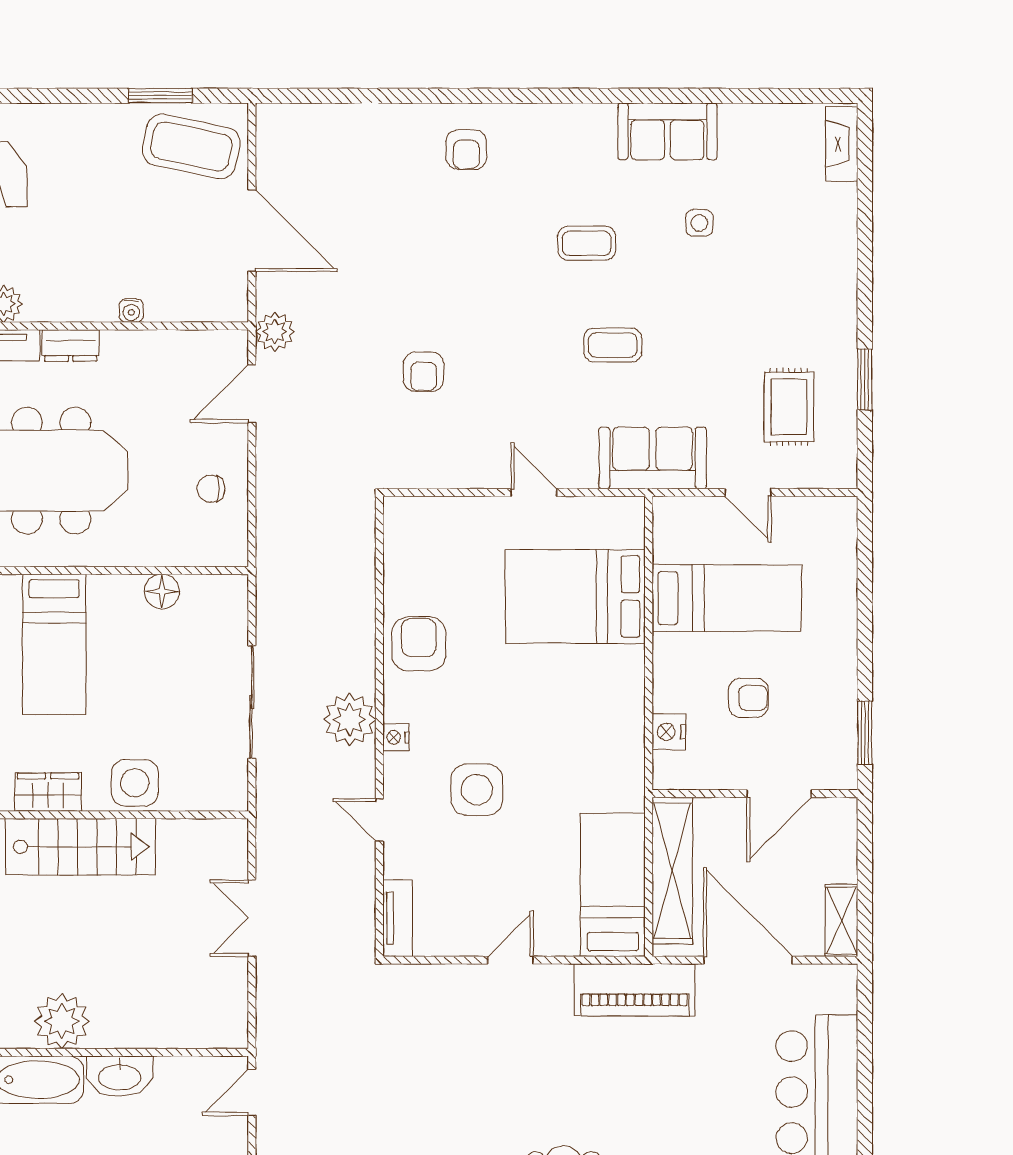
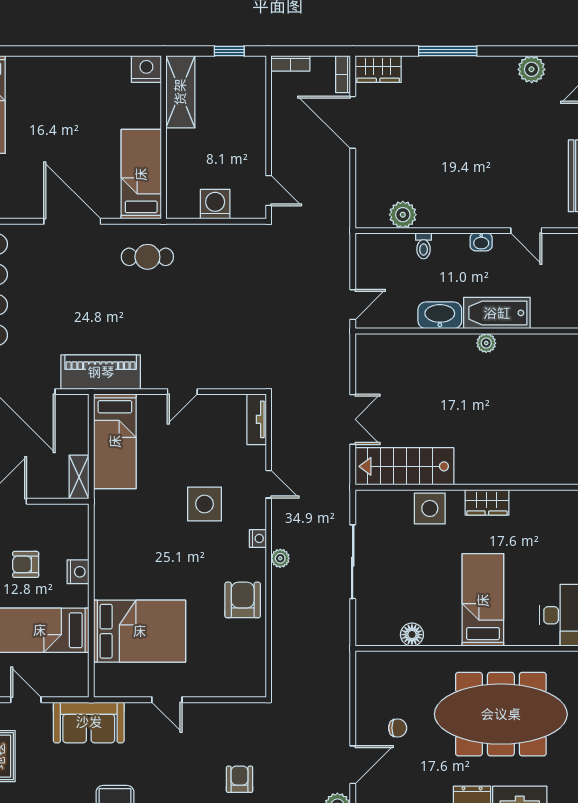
chair: (211, 489) -> (398, 728), moved
armchair: (419, 644) -> (243, 600), turned 180
plant: (350, 720) -> (280, 558), width x0.53, depth x0.53
nightstand: (669, 732) -> (78, 572), moved
stairs: (80, 847) -> (404, 466), moved
shelving: (672, 871) -> (79, 477), width x0.45, depth x0.75
plant: (62, 1021) -> (486, 343), width x0.53, depth x0.53

